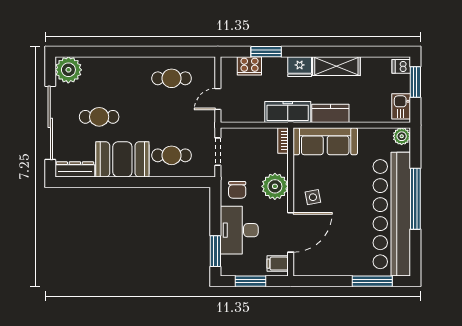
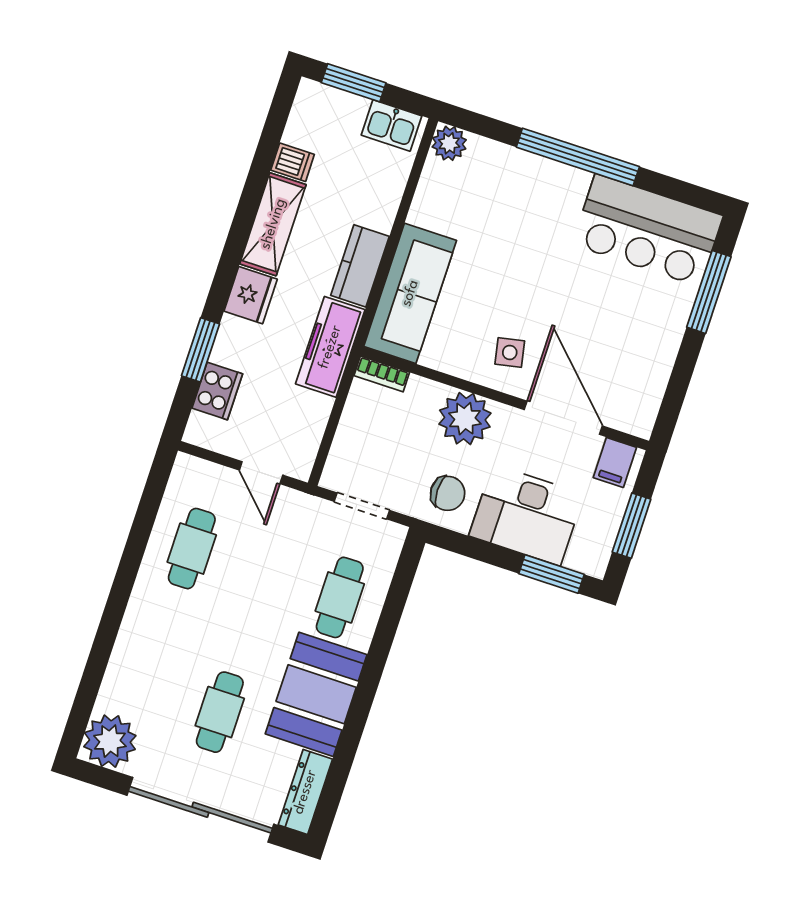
dishwasher: (401, 66) -> (293, 162), moved, turned -90
bar counter: (392, 214) -> (648, 230), width x0.54

